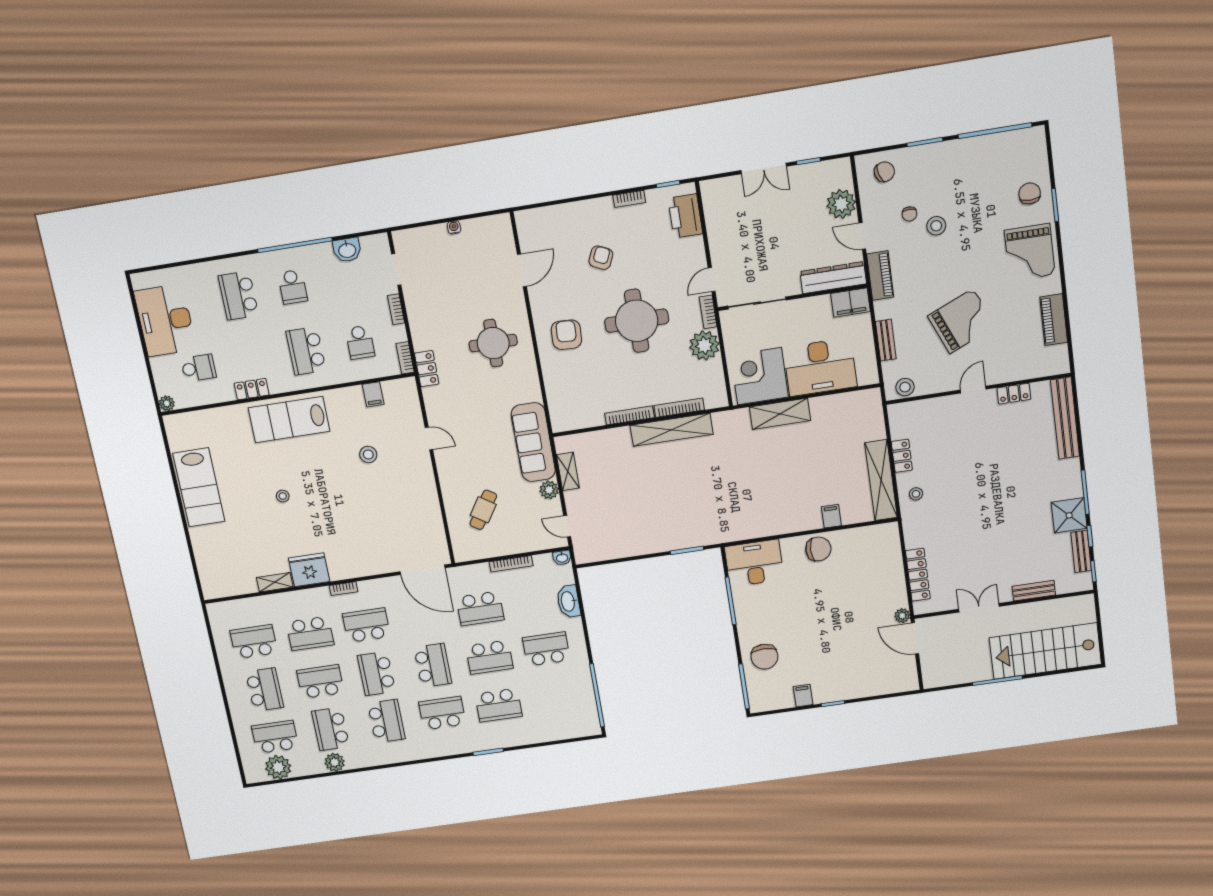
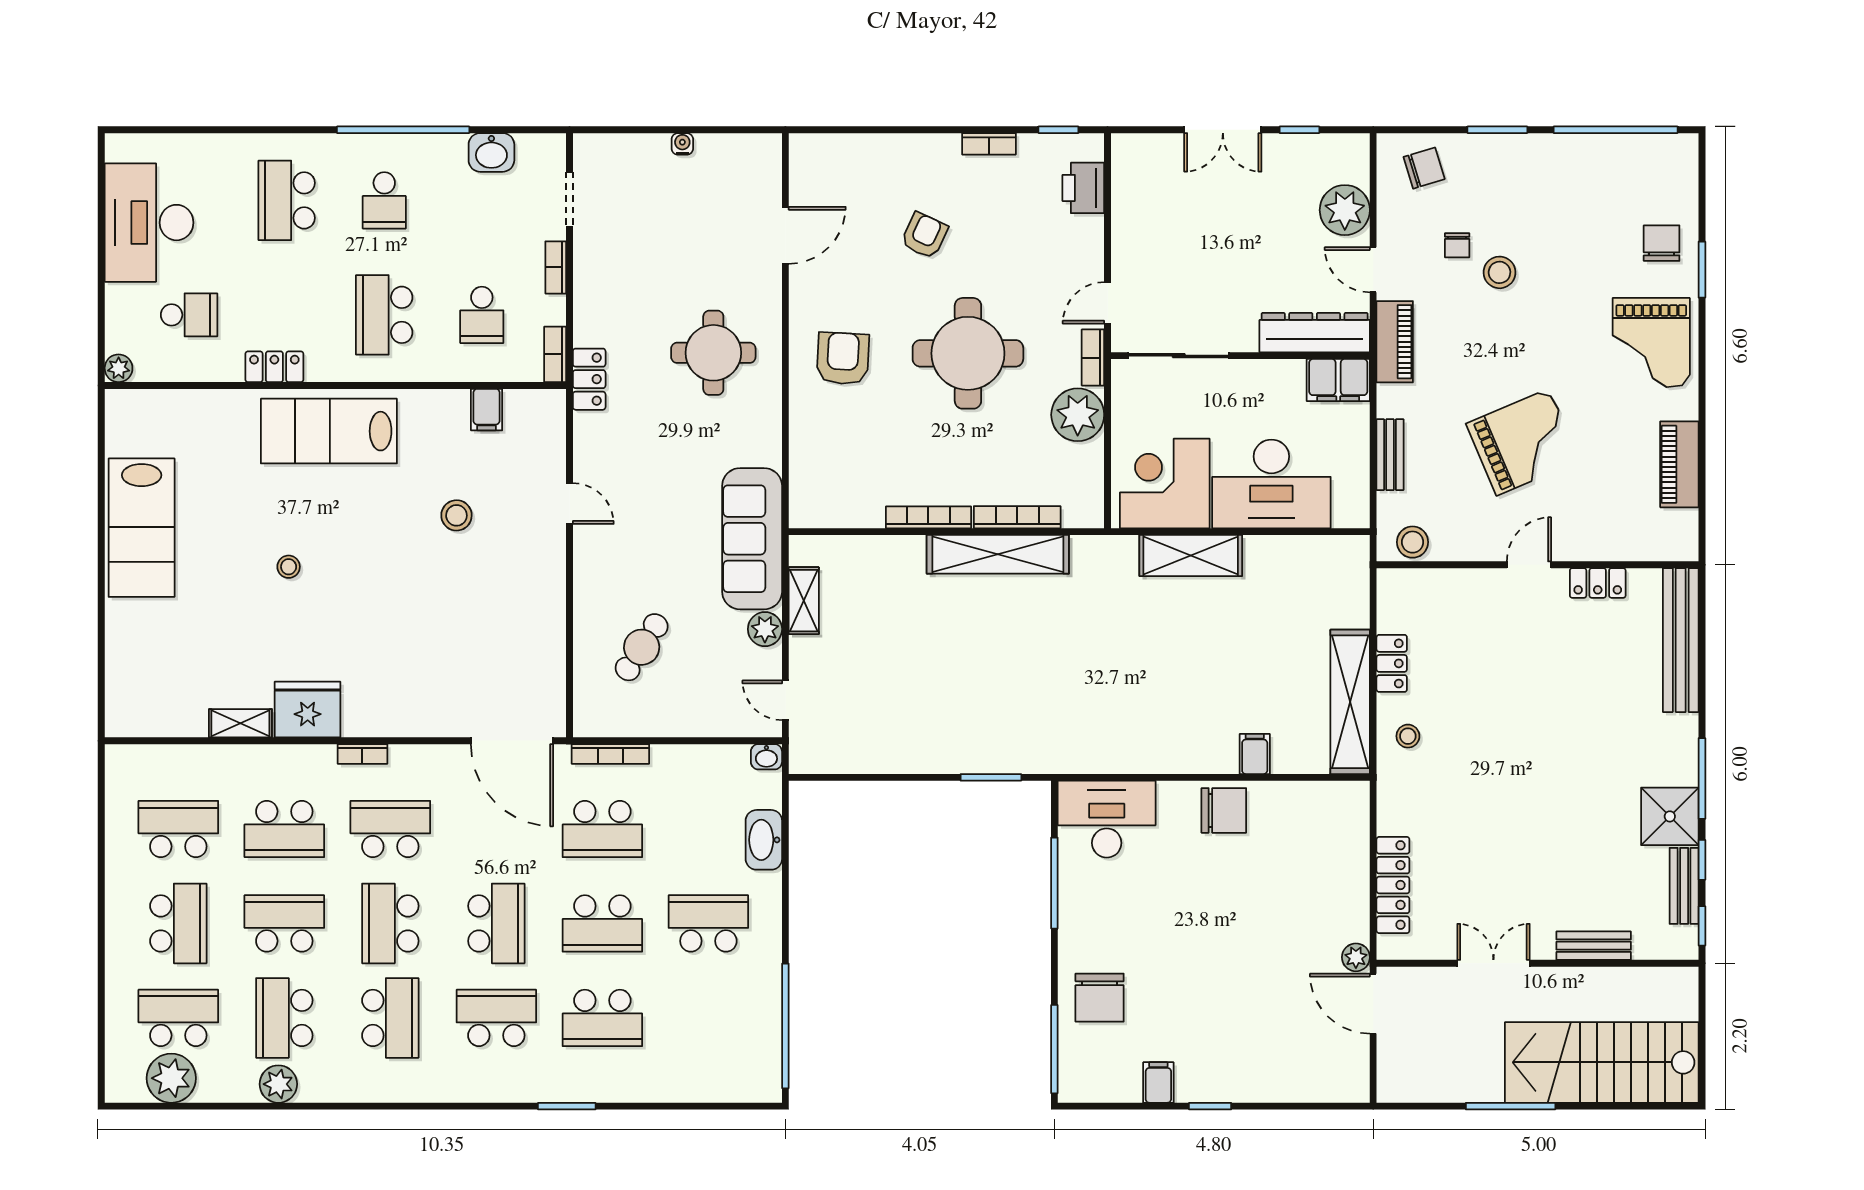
printer: (685, 216) -> (1083, 188), width x0.73, depth x0.84
bookcase: (511, 564) -> (610, 754), moved

